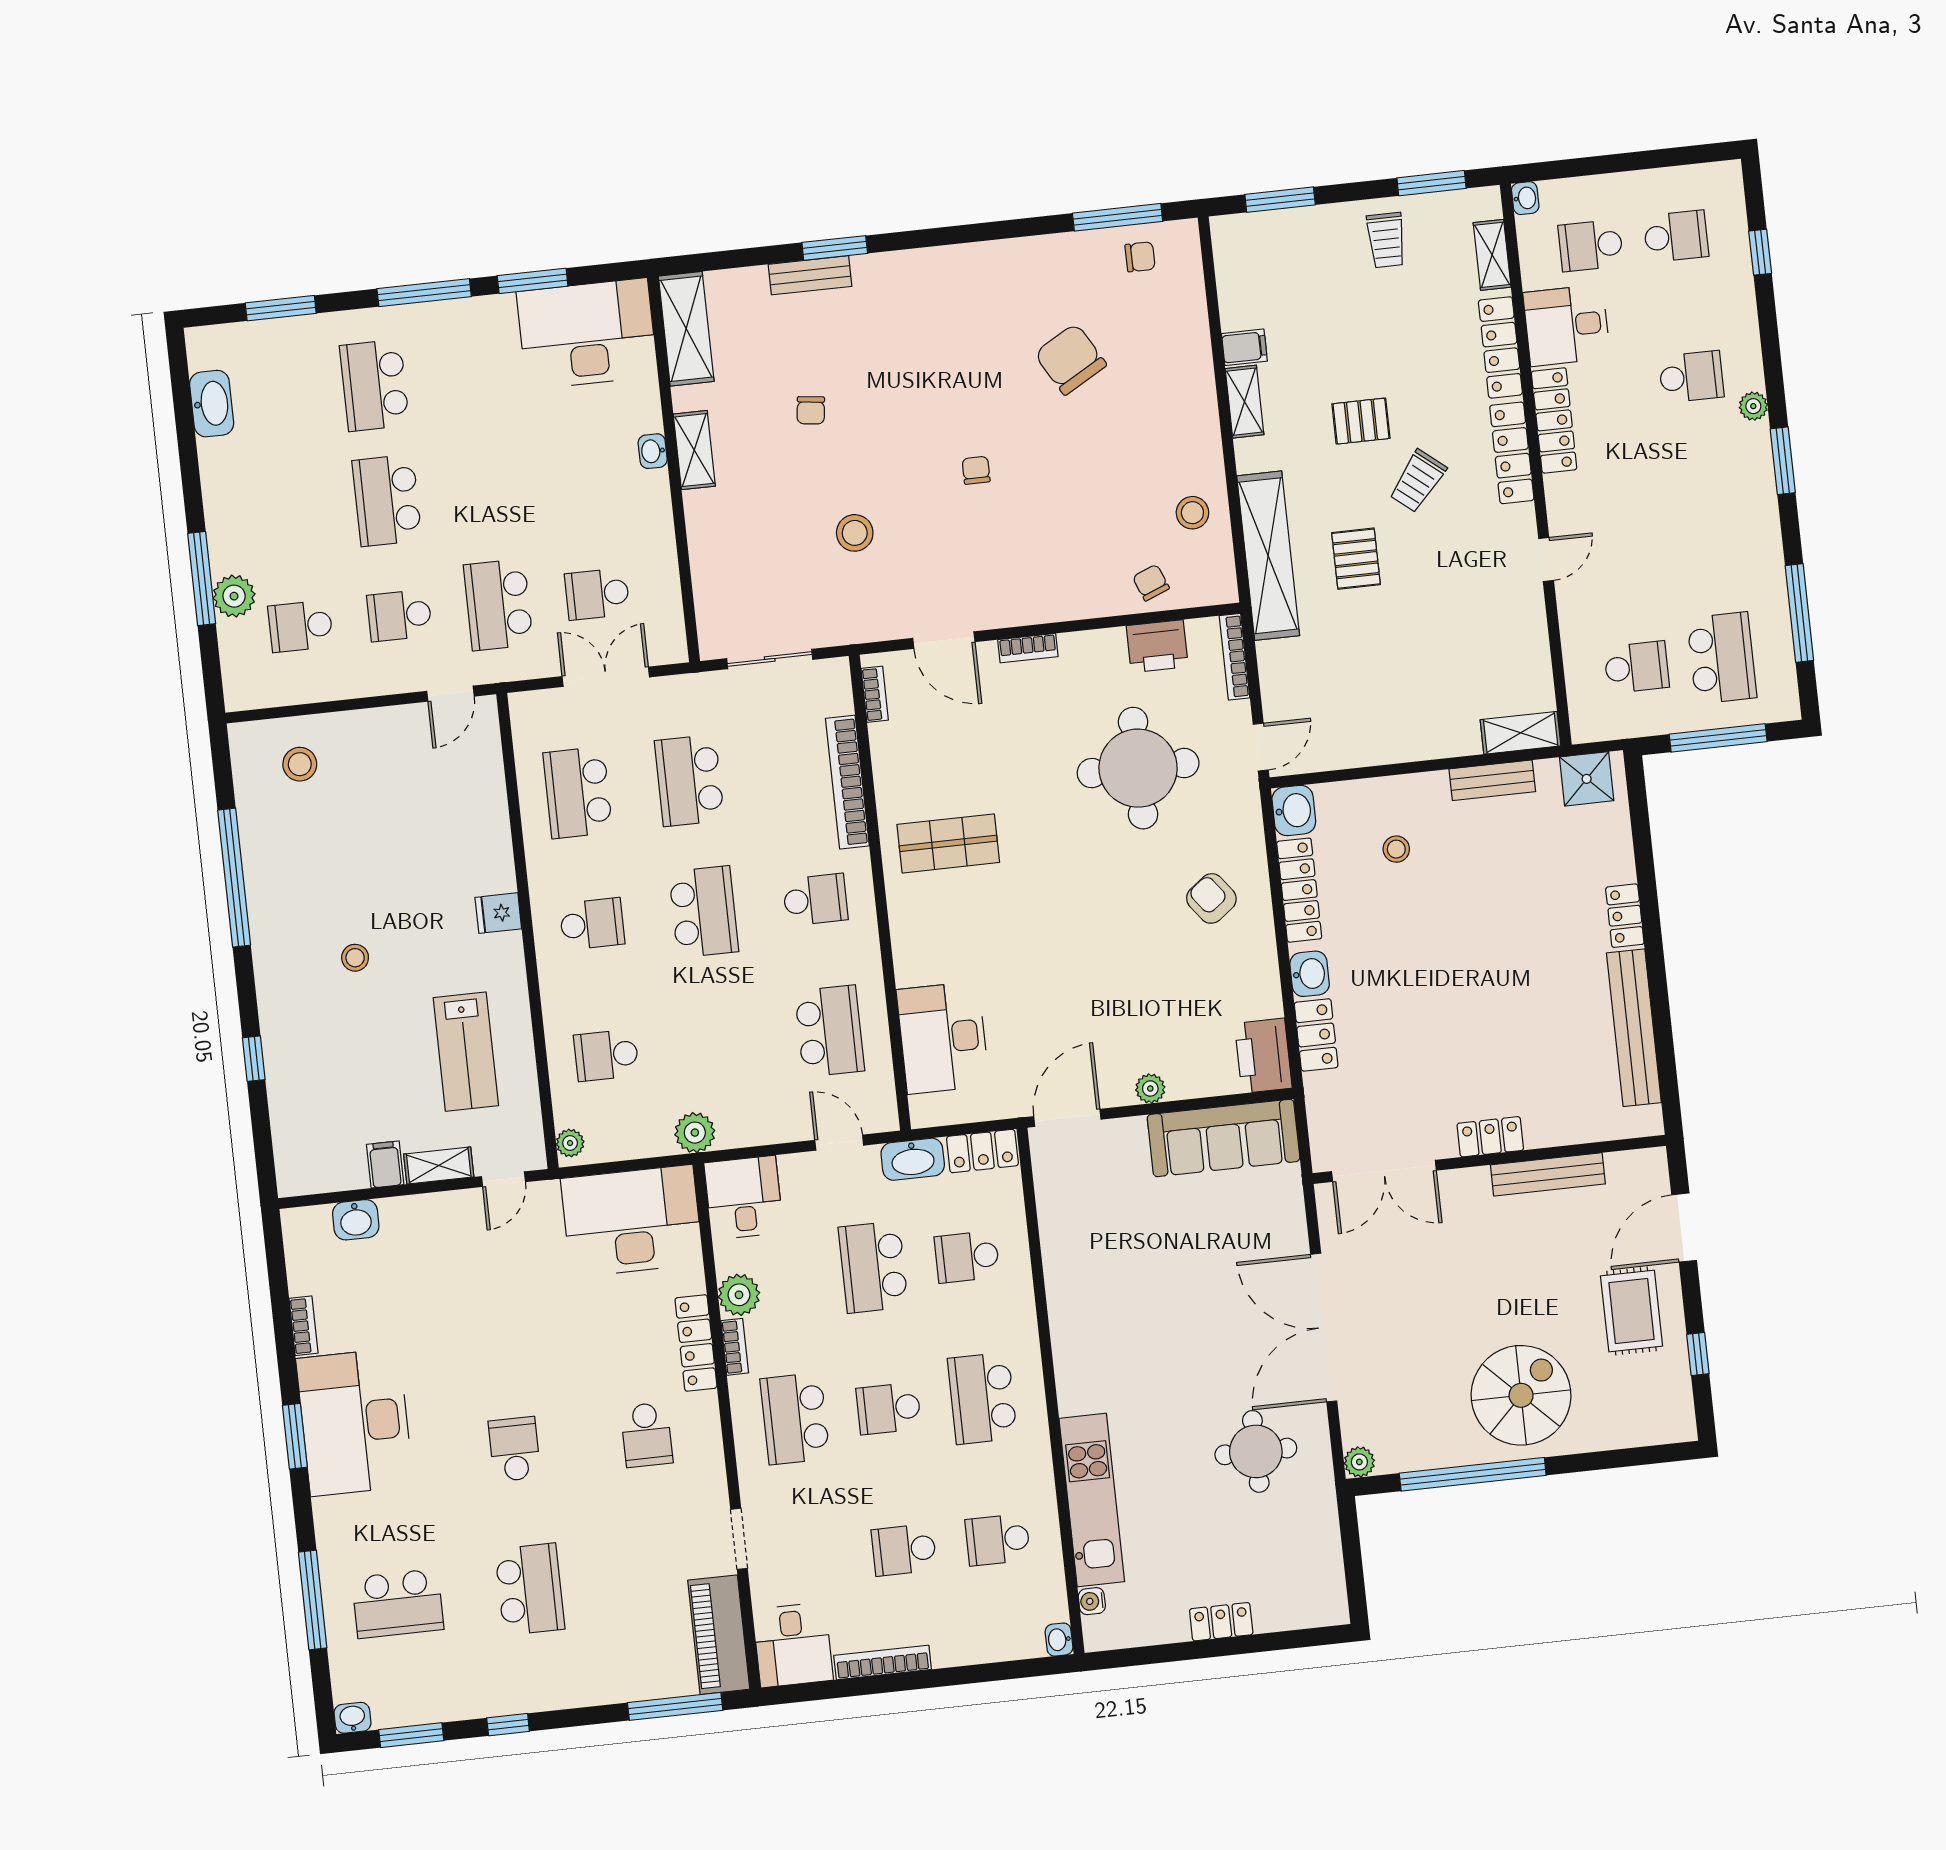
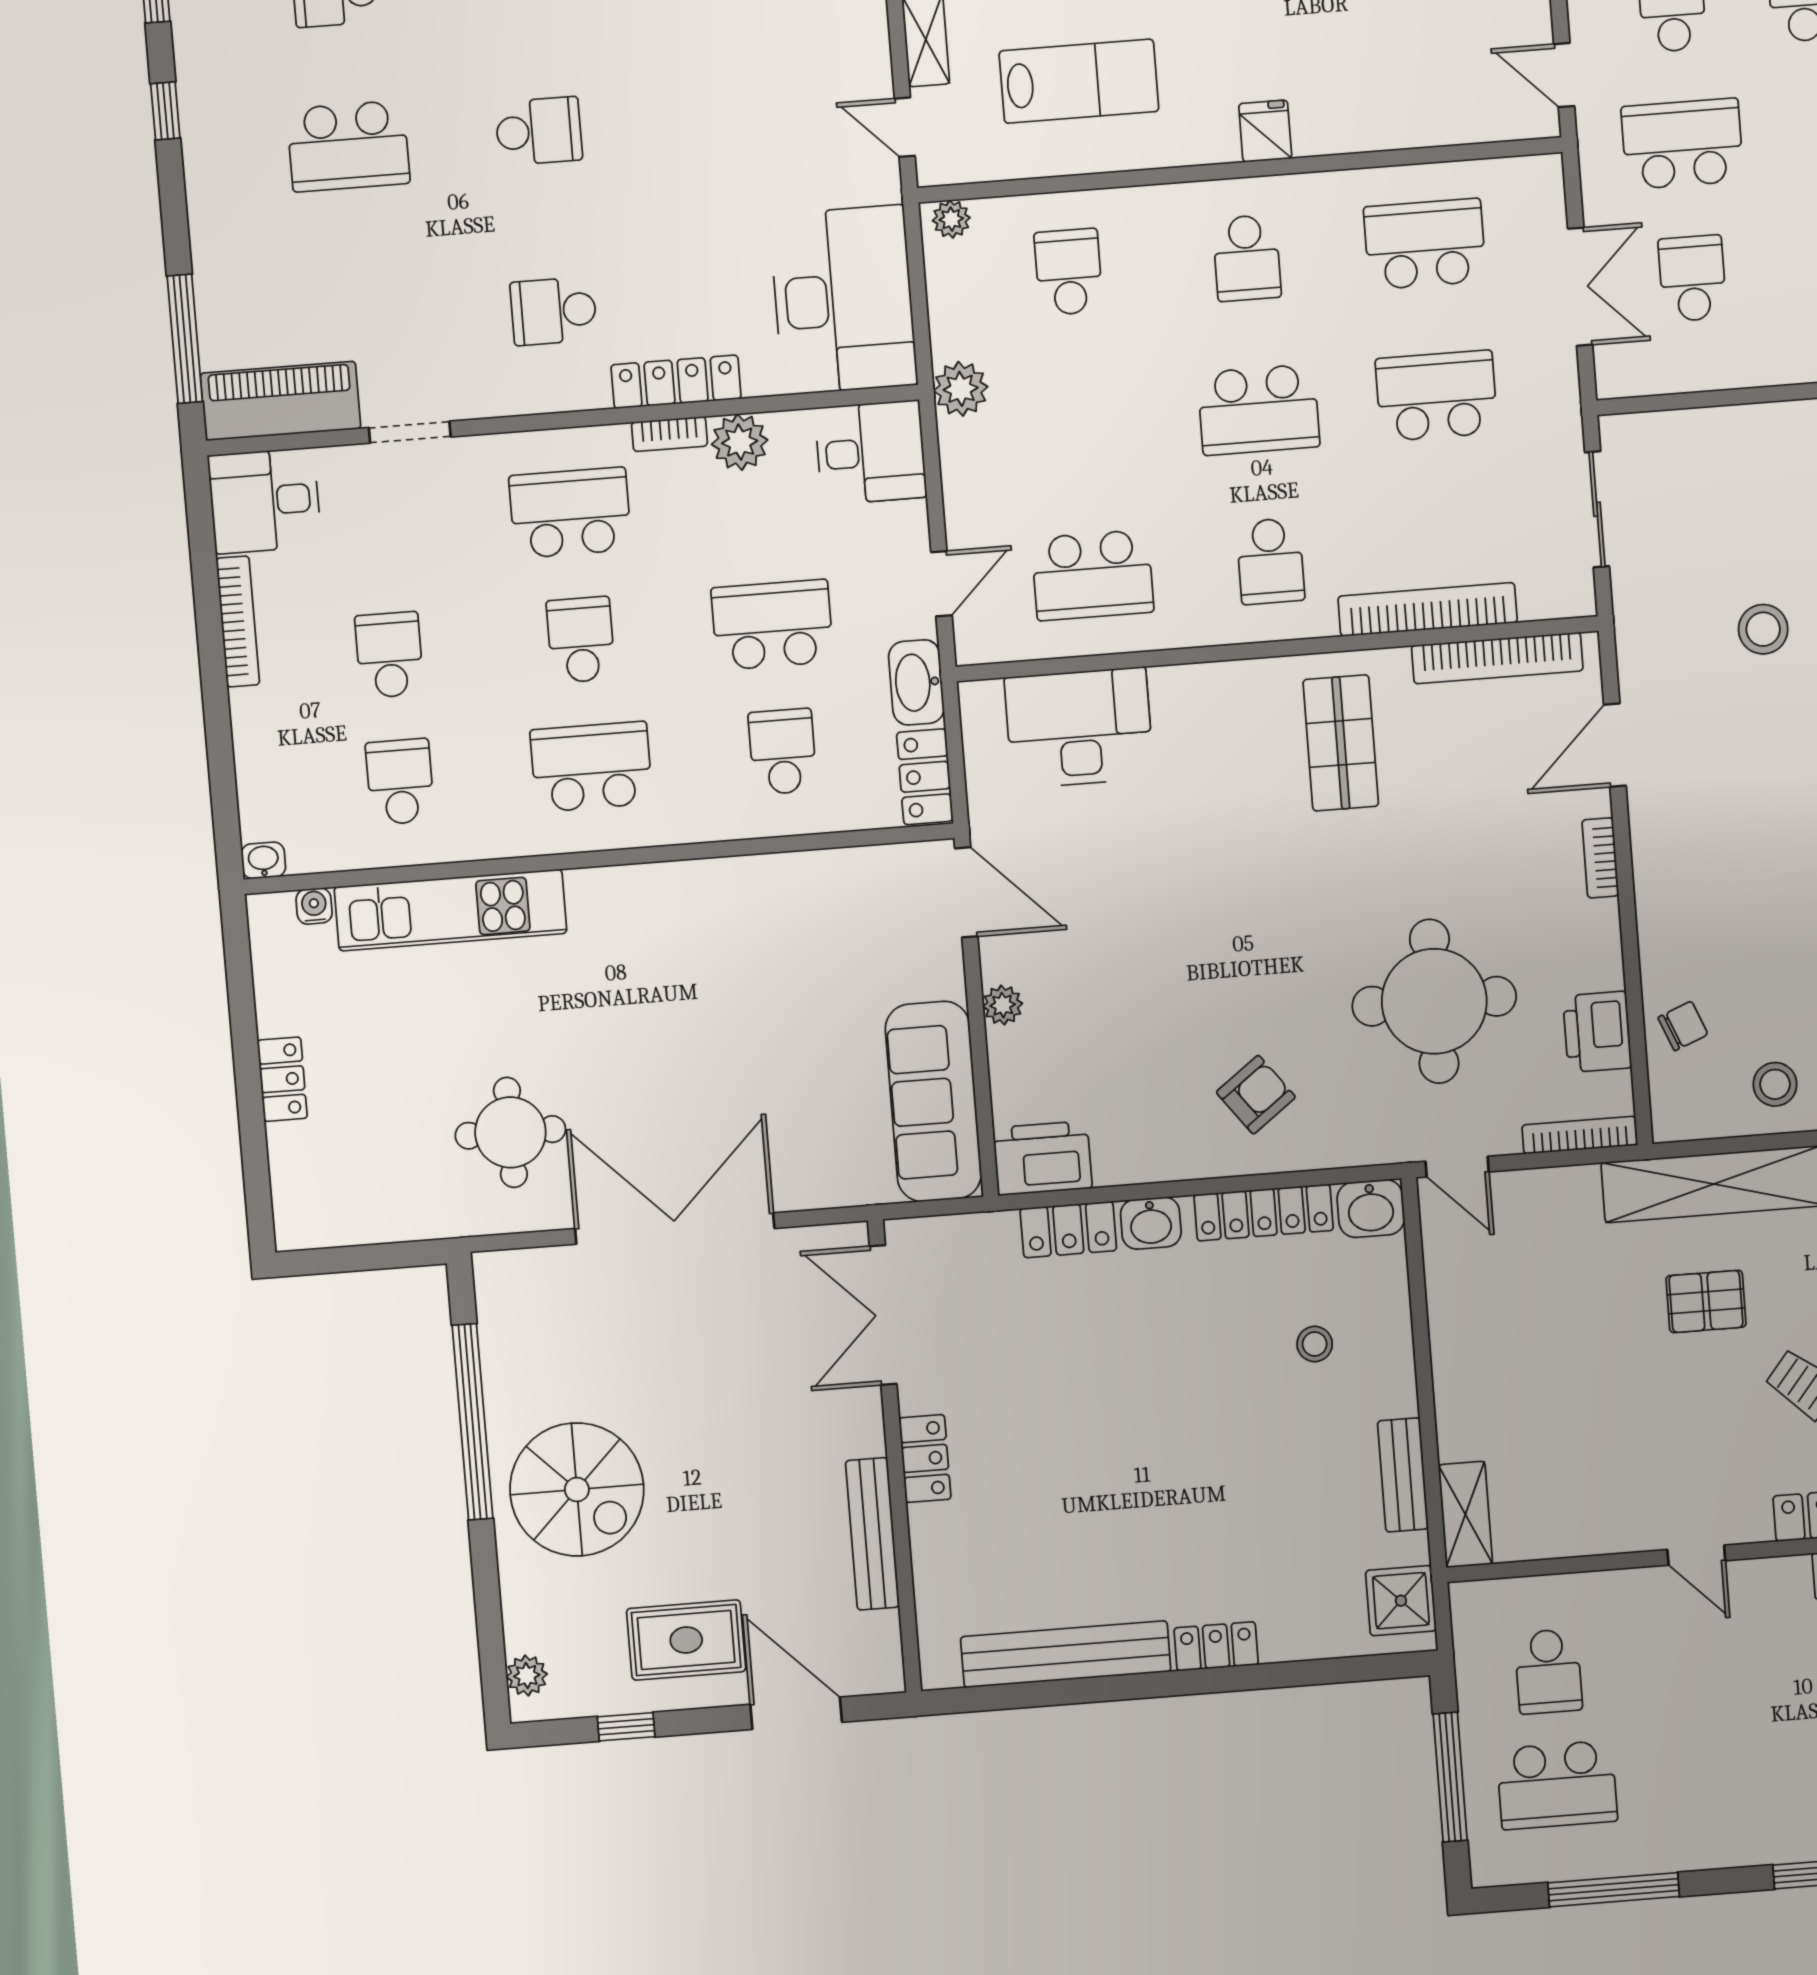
bookcase: (875, 694) -> (1497, 658), width x2.31, depth x1.31
lab bench: (466, 1052) -> (1079, 81), turned 180
plant: (1359, 1462) -> (527, 1676), moved

